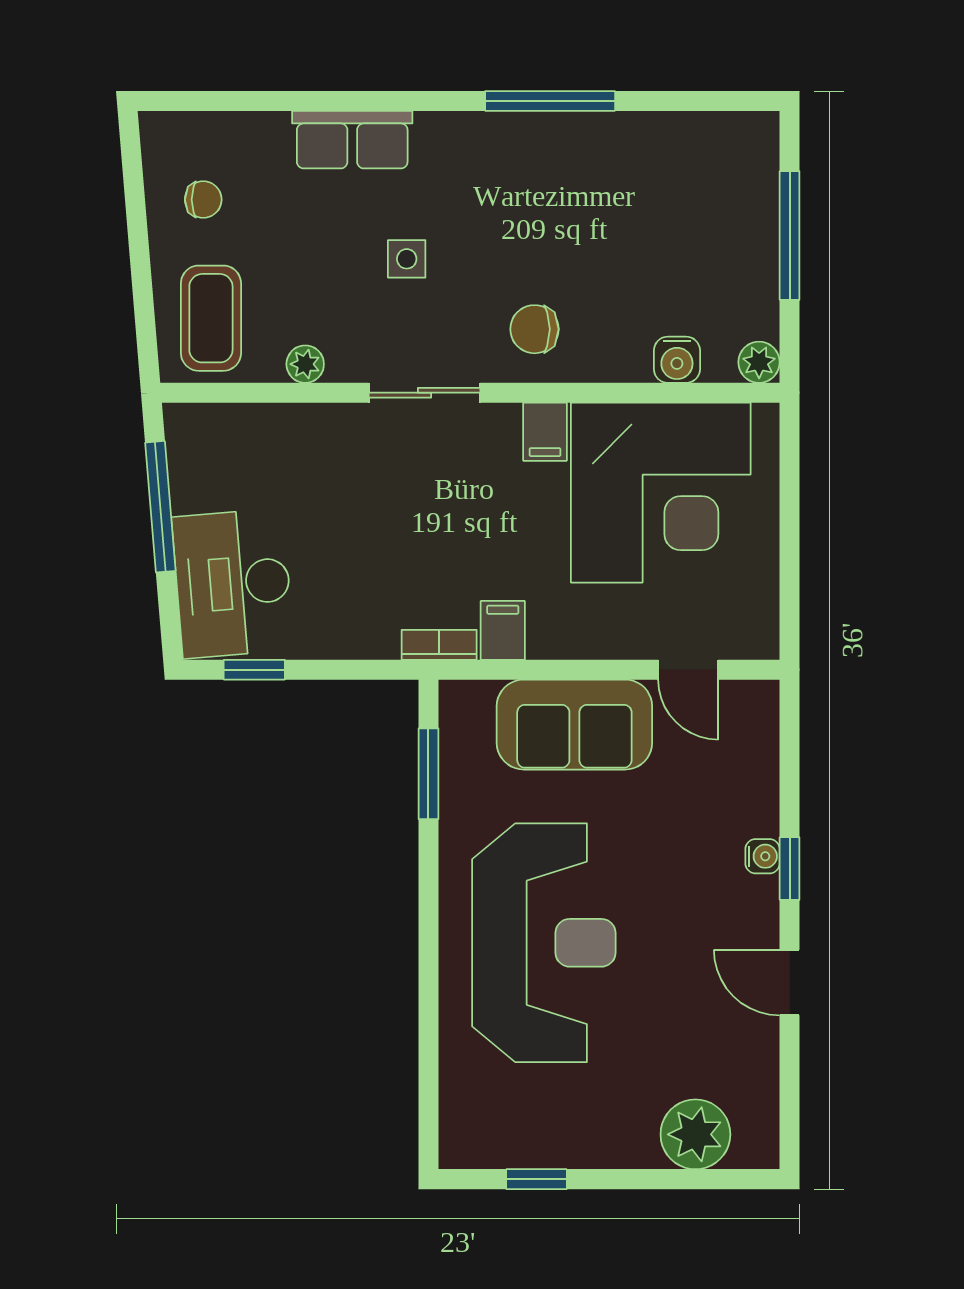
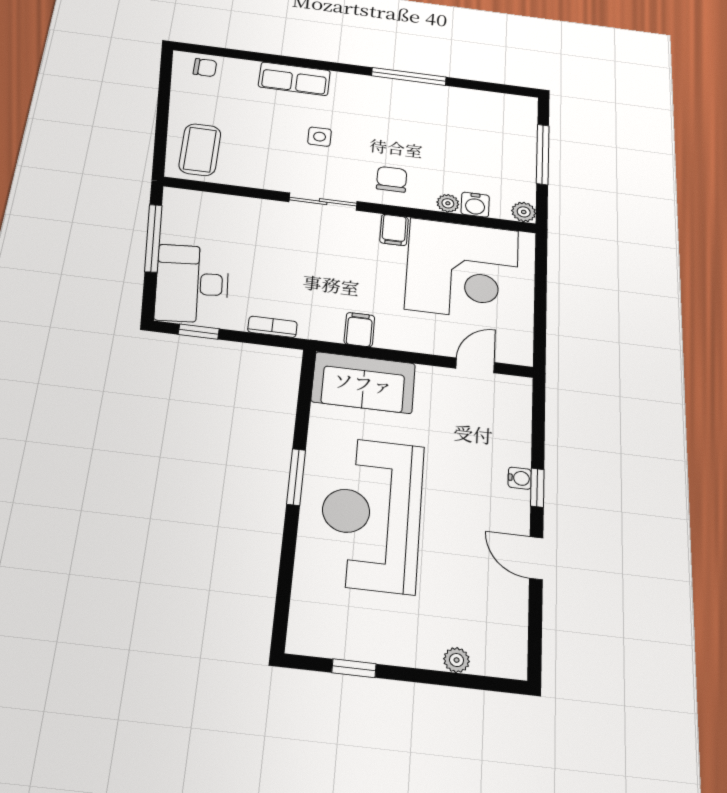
chair: (203, 200) -> (205, 68), moved
chair: (534, 329) -> (392, 179), turned 90
plant: (305, 364) -> (448, 203), moved
bookcase: (439, 645) -> (272, 327), moved
door: (688, 670) -> (475, 365), swing flipped
sofa: (574, 725) -> (363, 383), moved
window: (428, 774) -> (296, 477), moved
reception desk: (544, 943) -> (371, 514), turned 180
plant: (695, 1134) -> (457, 660), width x0.53, depth x0.53

